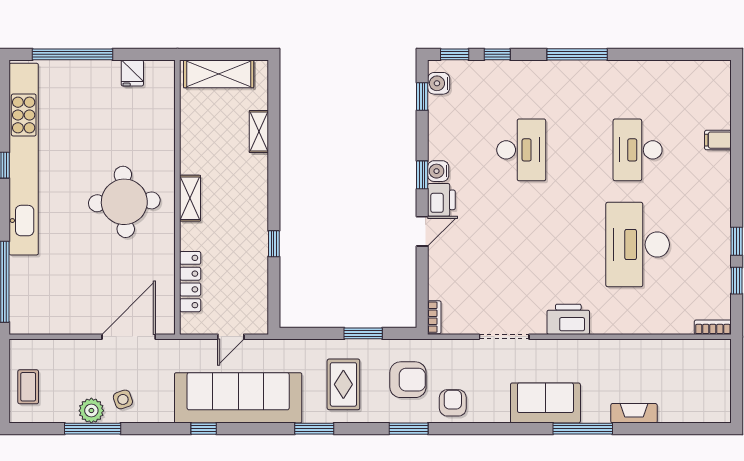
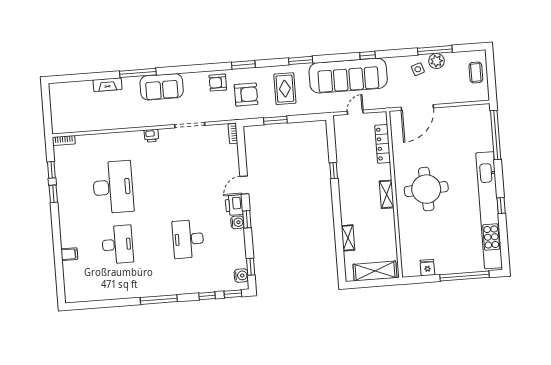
printer: (568, 319) -> (151, 136), width x0.53, depth x0.68
armchair: (408, 380) -> (246, 94), turned 180
armchair: (453, 403) -> (218, 83), turned 90

